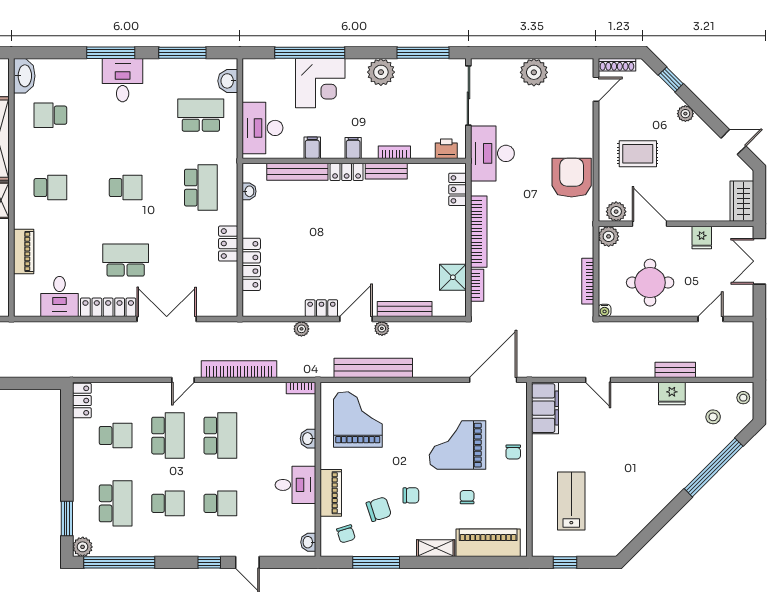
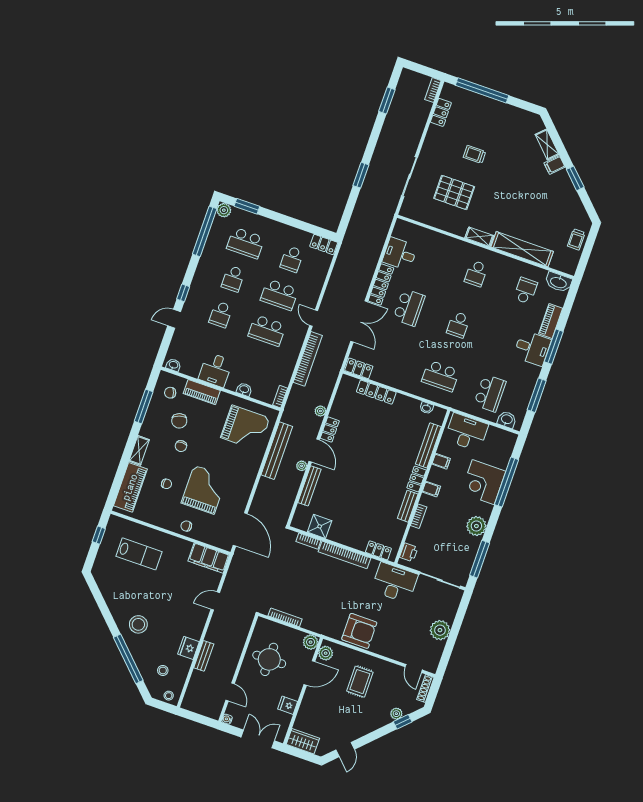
plant: (685, 114) -> (396, 714), moved
locker: (228, 244) -> (359, 368), moved
piano: (24, 251) -> (551, 321), moved, turned 90
water cooler: (605, 310) -> (227, 719), moved
stool: (664, 470) -> (138, 624), added

